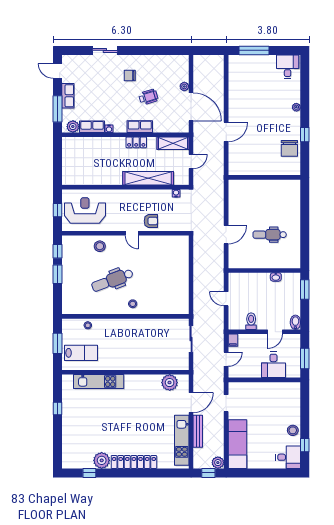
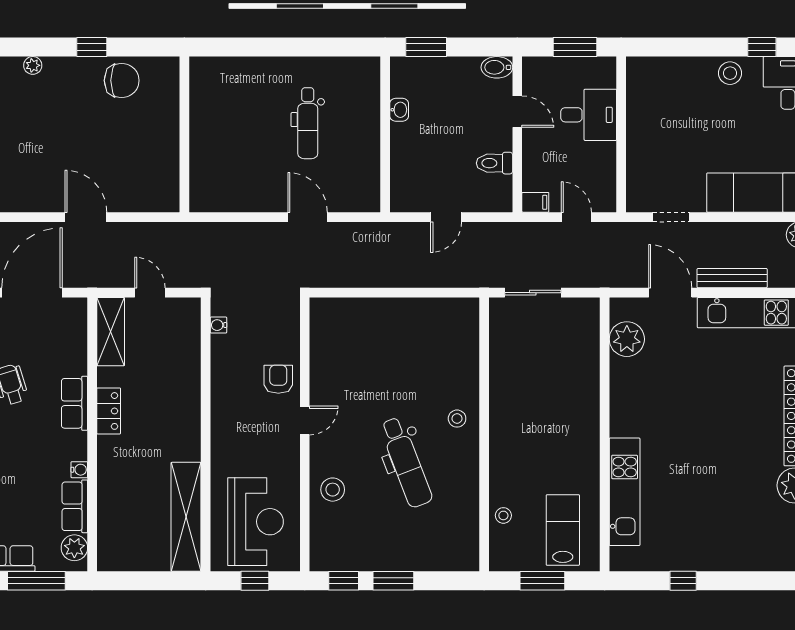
shelving: (148, 178) -> (186, 517), moved
reception desk: (85, 210) -> (256, 522), turned 180

